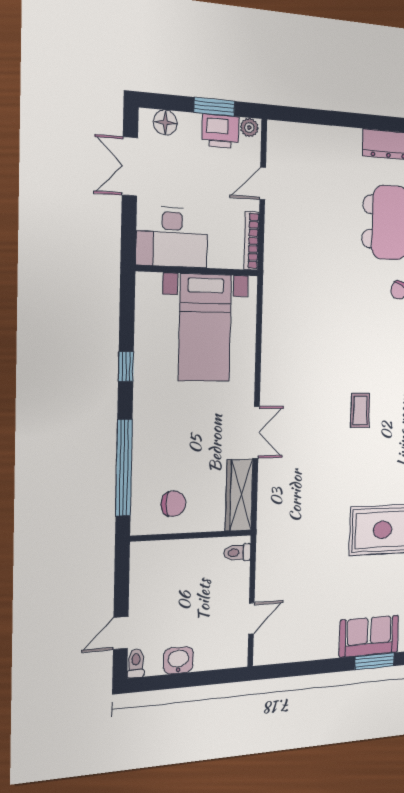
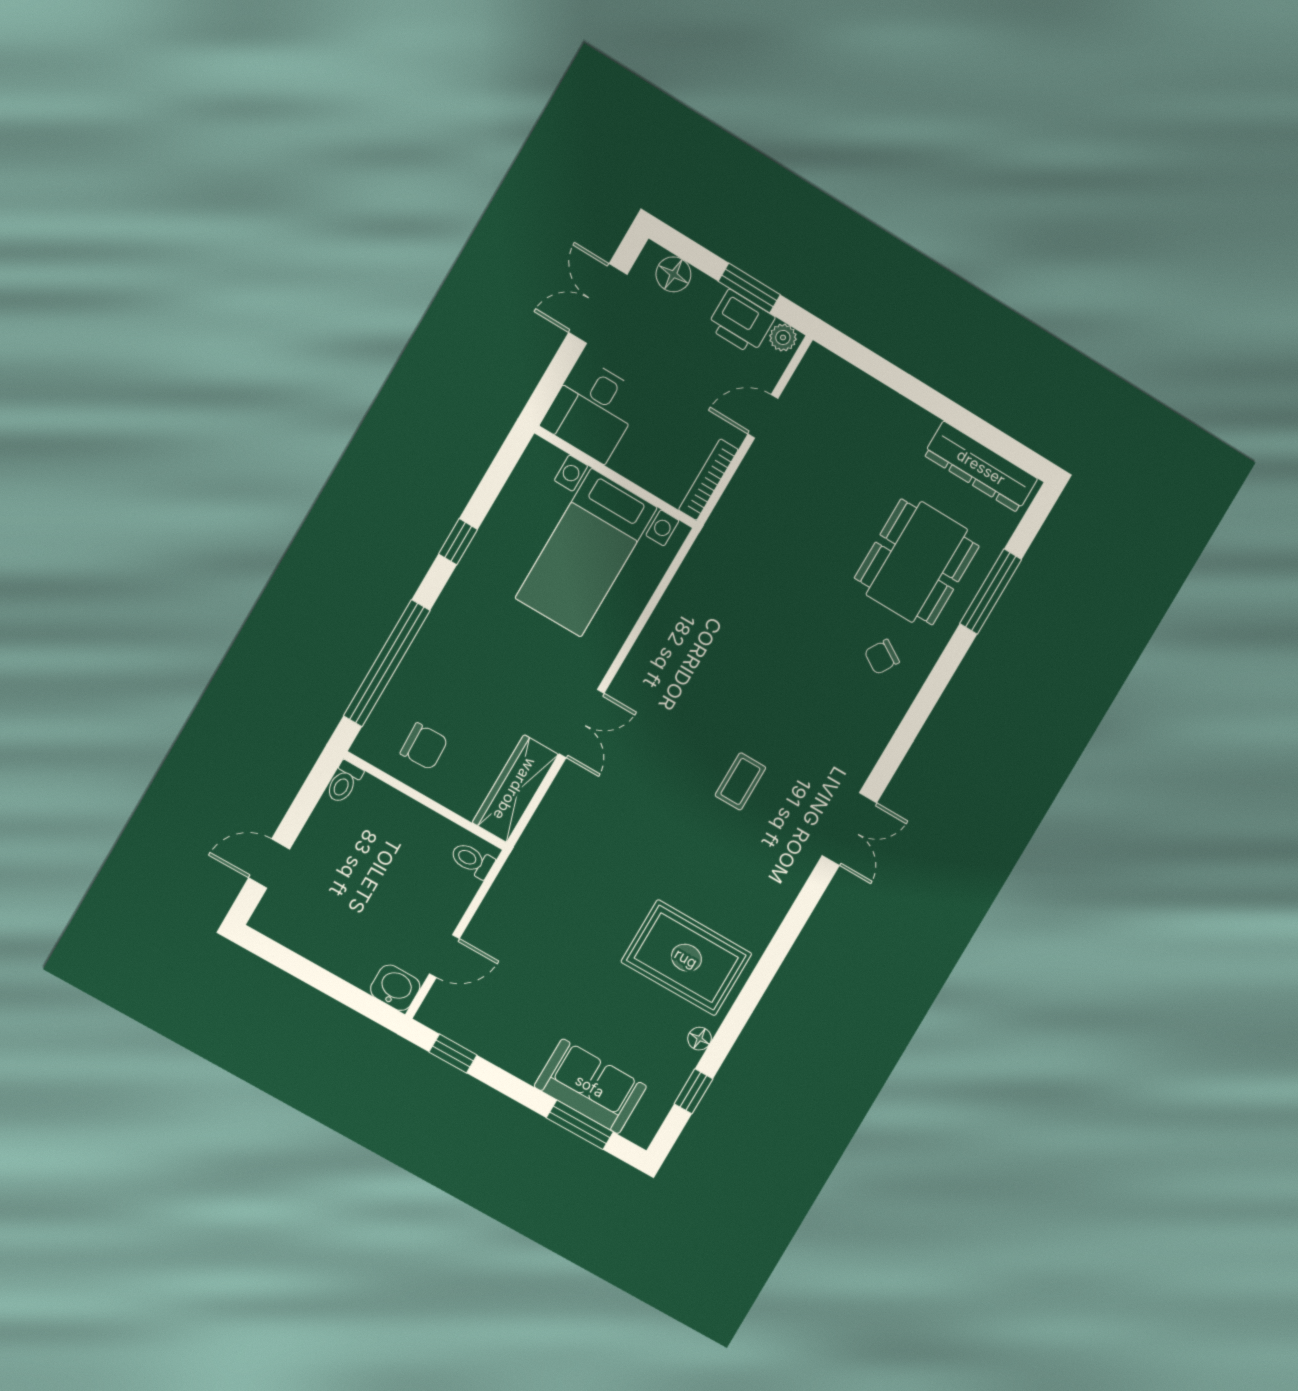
desk: (172, 237) -> (593, 410), width x0.73
washbasin: (178, 660) -> (395, 988), moved
toilet: (136, 663) -> (344, 782), moved, turned 180
window: (286, 670) -> (453, 1053), added

